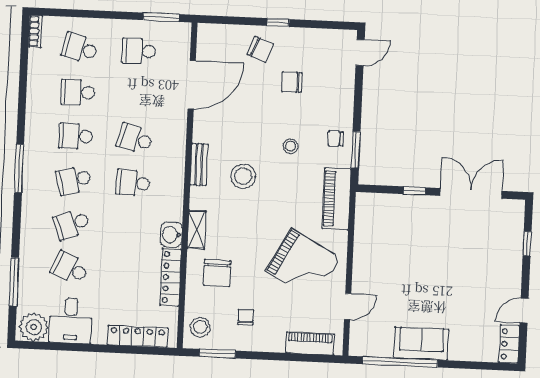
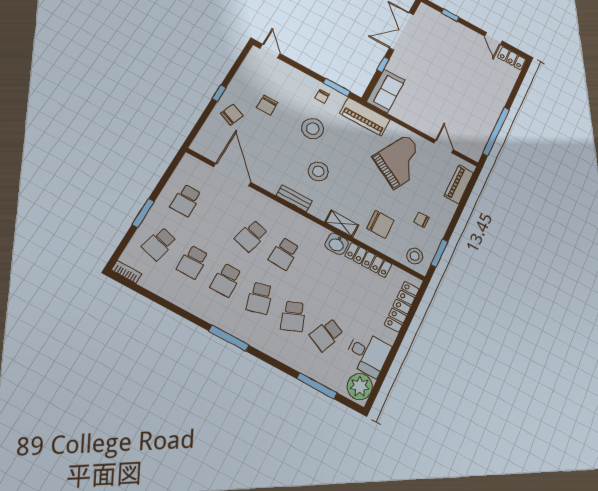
window: (161, 17) -> (143, 213), moved
stool: (290, 146) -> (313, 129), width x1.89, depth x1.89
sofa: (421, 344) -> (386, 91), moved, turned 180

